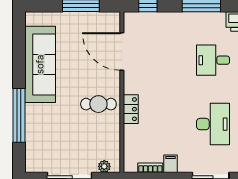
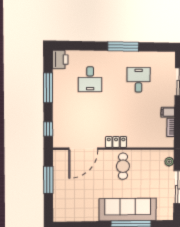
sofa: (40, 64) -> (128, 210), moved
locker: (131, 109) -> (116, 142), moved
desk: (213, 124) -> (139, 80), width x0.73

